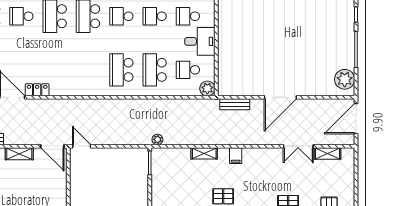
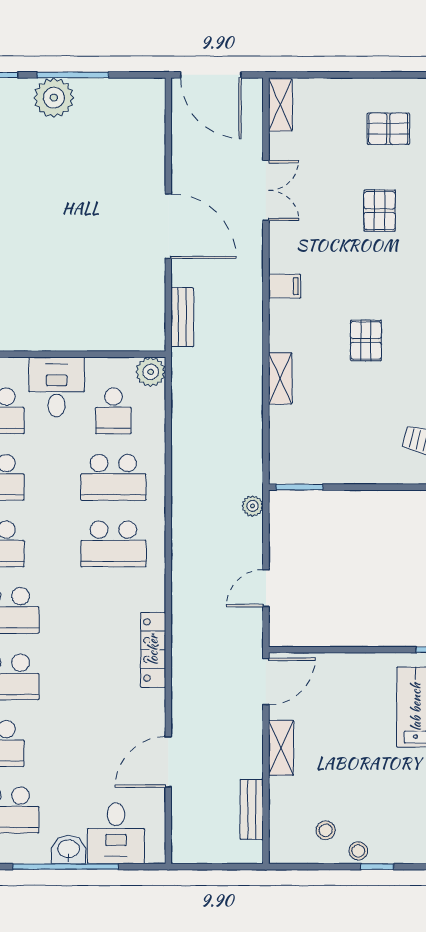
plant: (345, 79) -> (54, 98), moved
locker: (37, 90) -> (153, 650), moved, width x1.53
plant: (157, 139) -> (252, 506), moved
door: (82, 146) -> (266, 588), moved
shelving: (328, 153) -> (280, 105), moved
filing cabinet: (236, 156) -> (285, 286), moved

